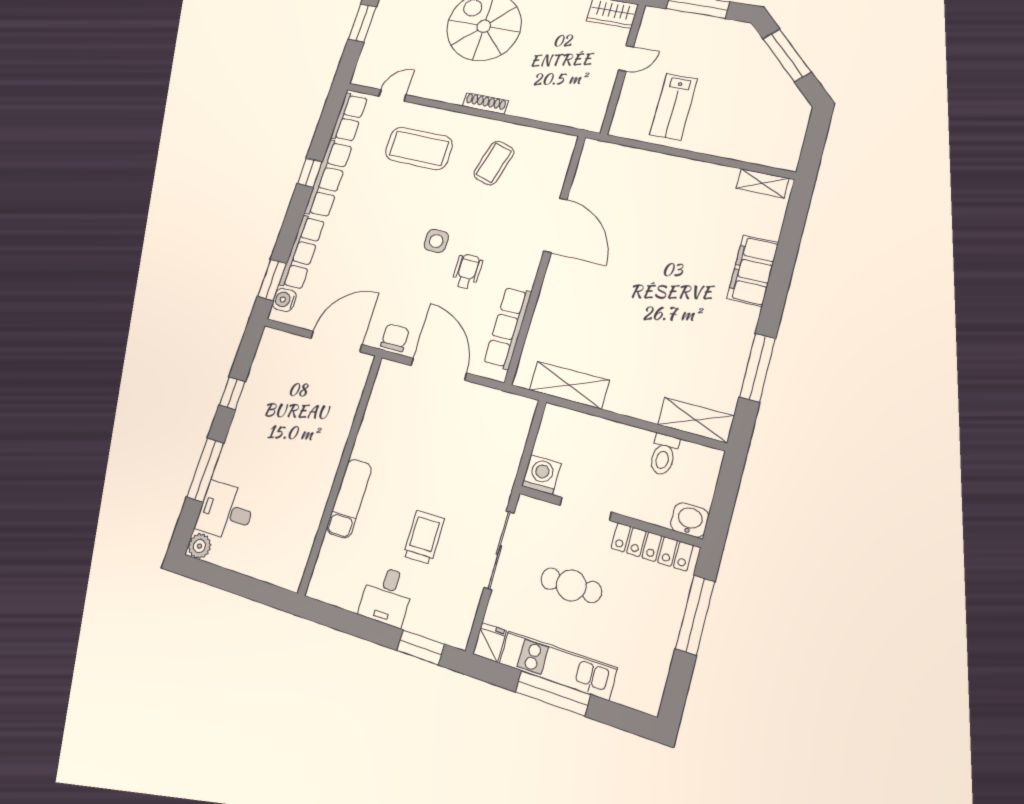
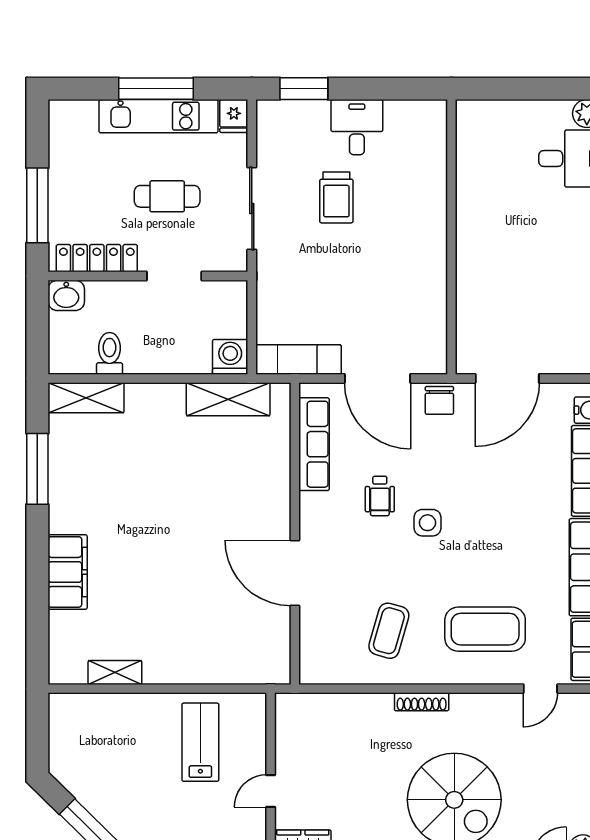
shelving: (762, 183) -> (115, 673), moved
washing machine: (541, 475) -> (230, 357), moved, turned 180
exam couch: (349, 498) -> (298, 360), moved, turned 90

